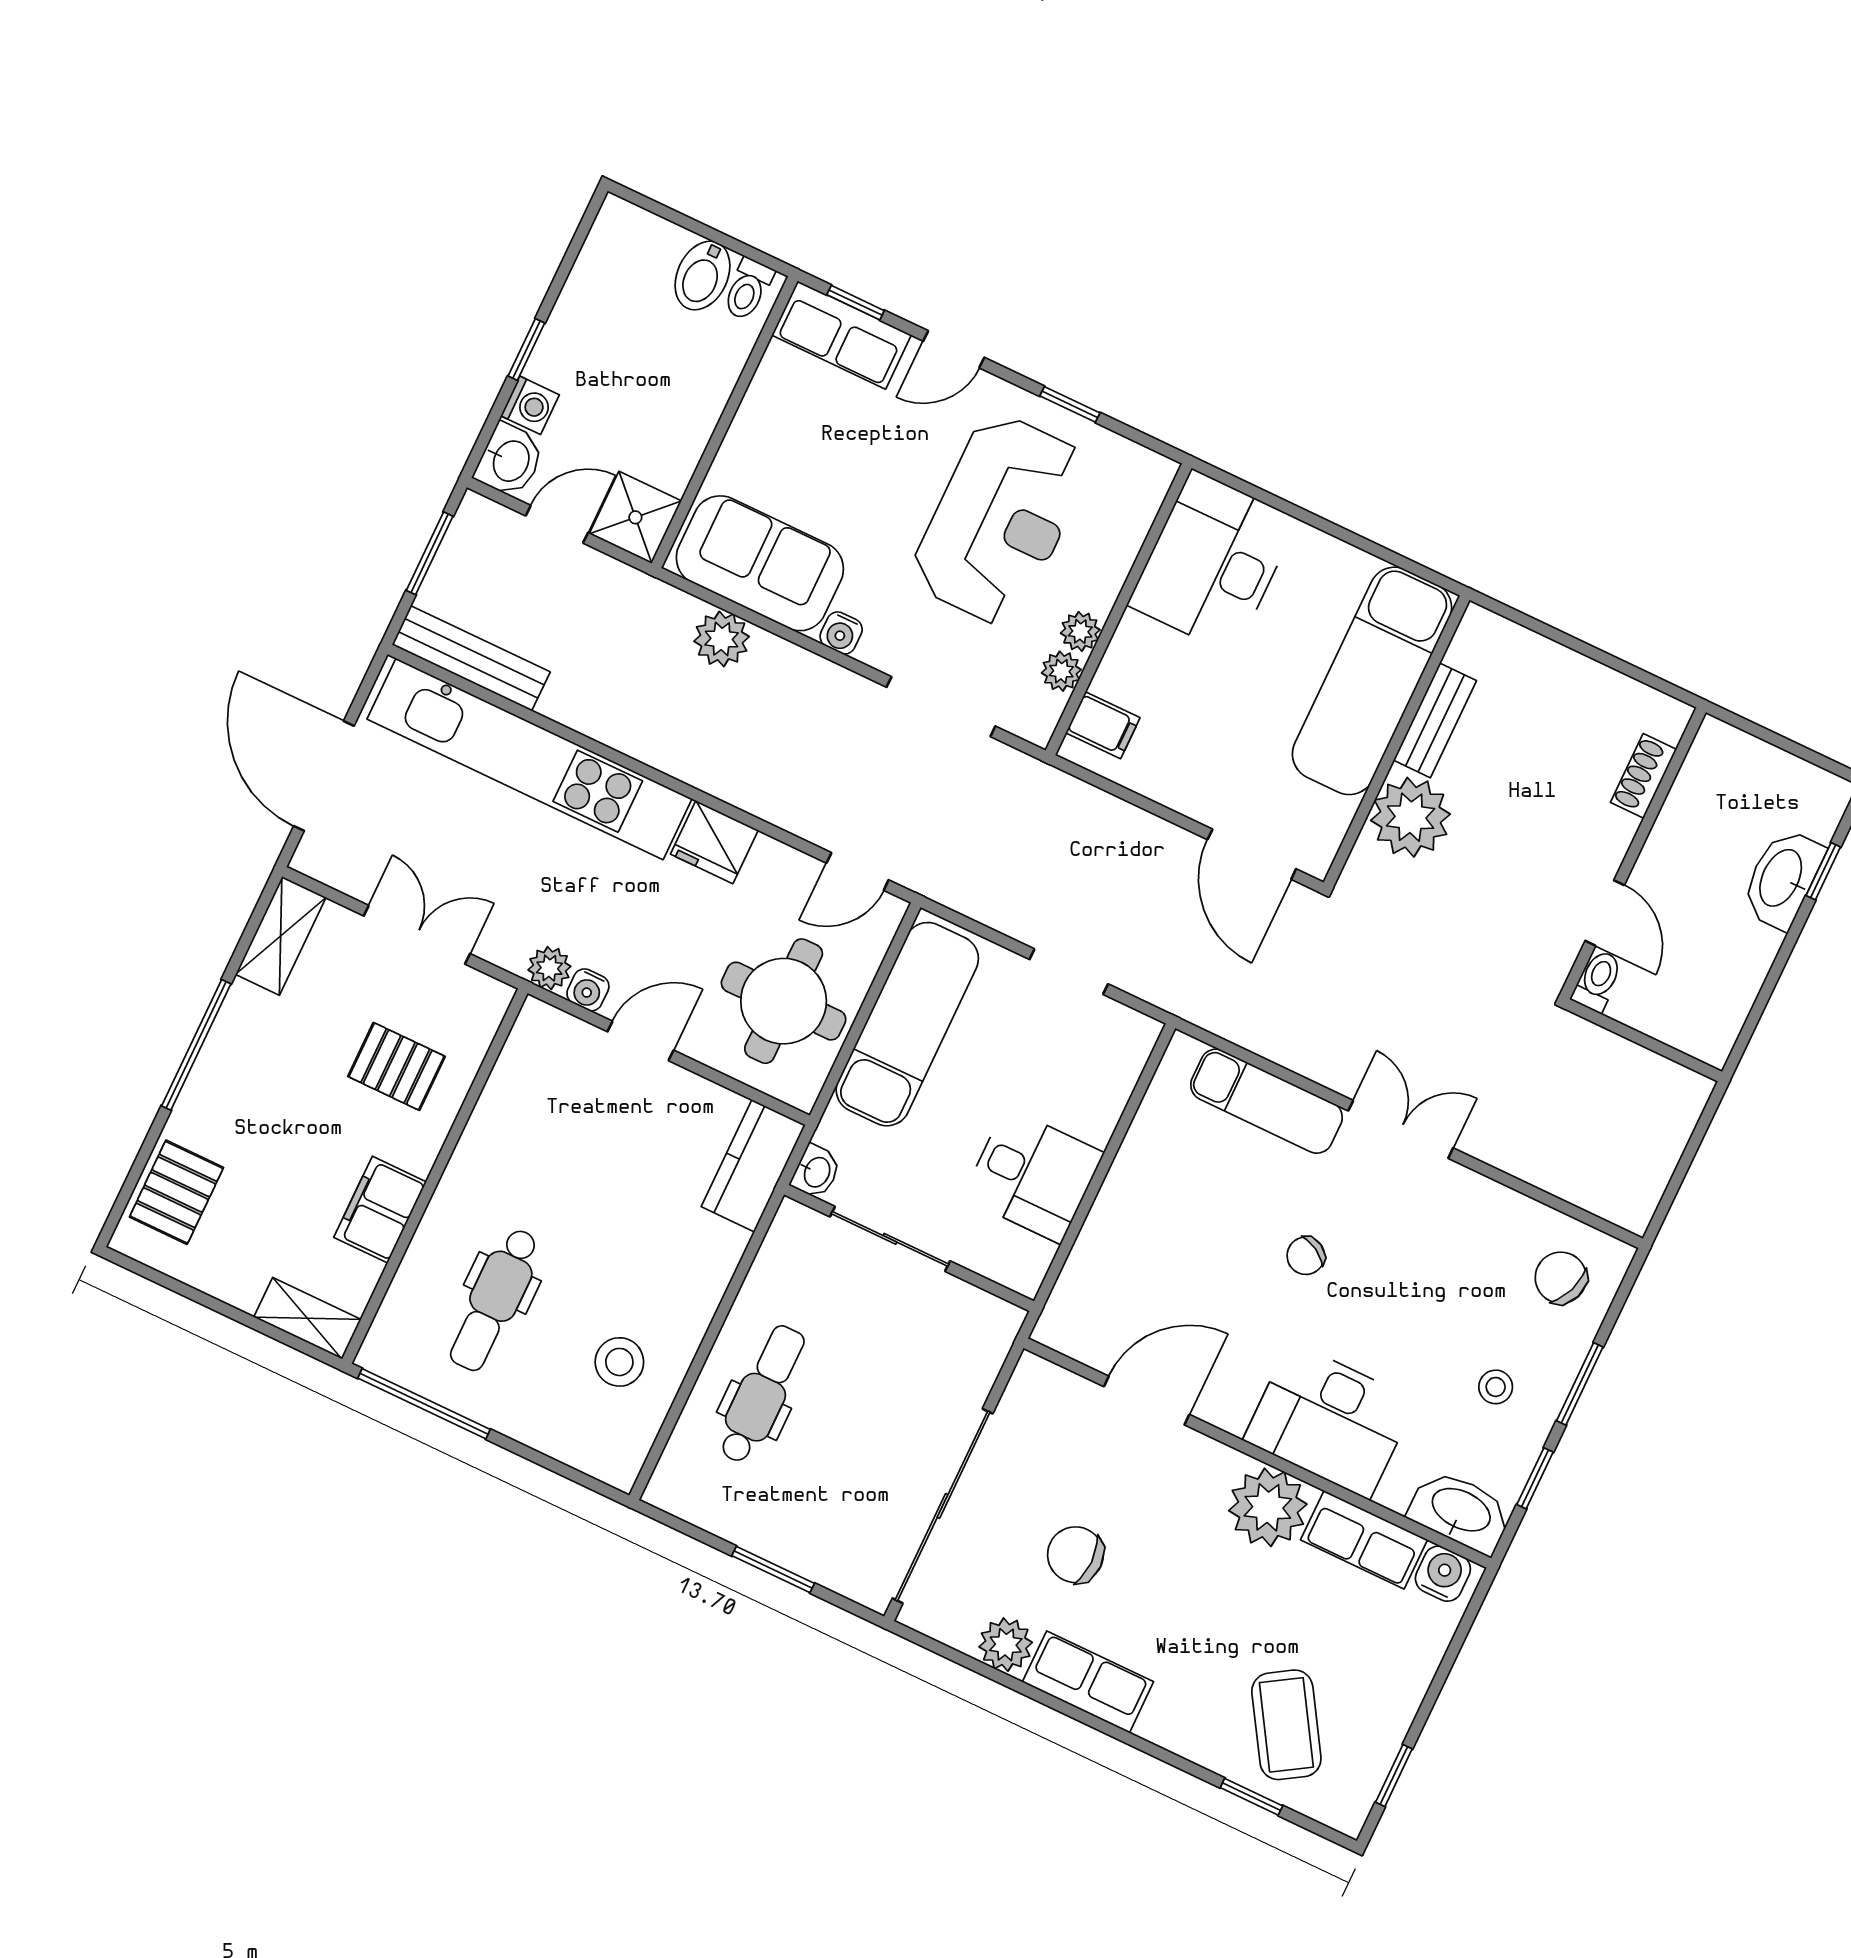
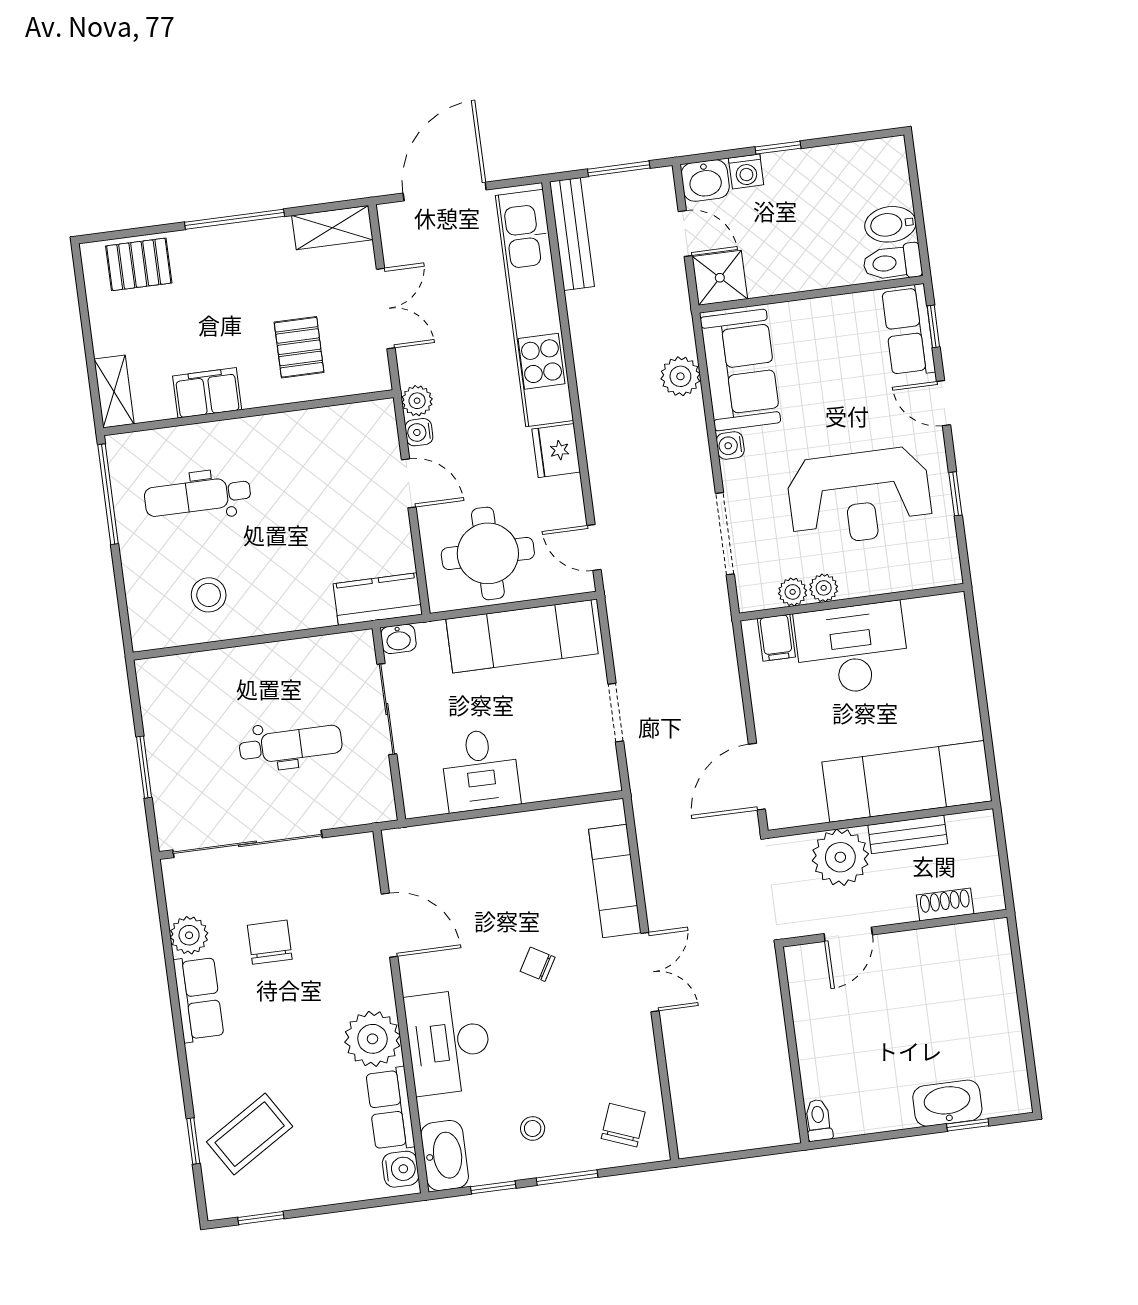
toilet: (748, 289) -> (892, 262), width x1.37, depth x1.39
desk: (1213, 562) -> (852, 649), moved
shoe rack: (1644, 776) -> (945, 904), moved
wall: (1633, 853) -> (895, 928), moved
door: (1605, 913) -> (848, 934), moved
toilet: (1598, 981) -> (818, 1120), moved, turned -90
dental chair: (762, 1394) -> (291, 745), moved

